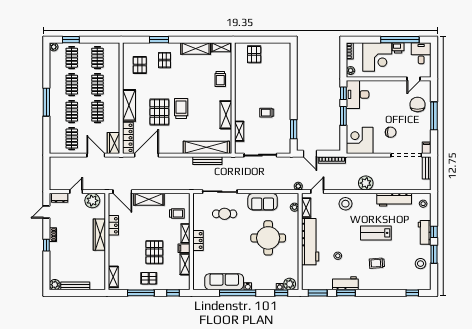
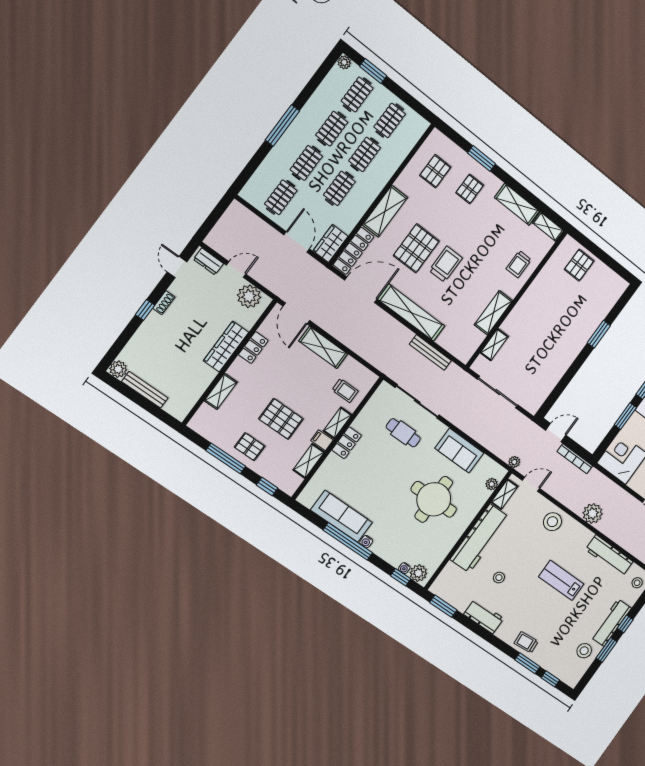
trolley: (267, 113) -> (543, 347), removed
window: (294, 129) -> (599, 334), moved
shelving: (206, 147) -> (411, 313), moved
door: (310, 154) -> (556, 433), swing flipped
door: (46, 212) -> (177, 267), hinge flipped
workbench: (425, 232) -> (611, 623), width x1.37
pallet: (154, 252) -> (281, 419), turned 90
trolley: (377, 263) -> (526, 642), moved
shelving: (113, 277) -> (221, 391), moved
window: (346, 293) -> (527, 663), moved

